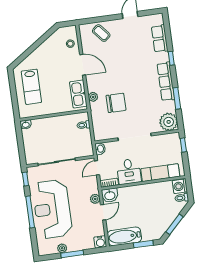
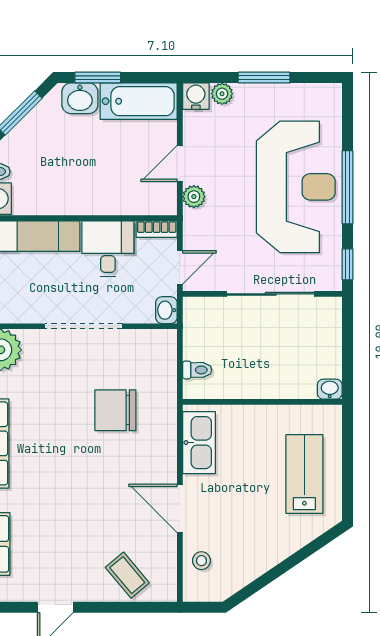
plant: (93, 97) -> (166, 431), removed
washbasin: (110, 195) -> (80, 98), moved, turned 180
plant: (62, 248) -> (222, 94), moved

